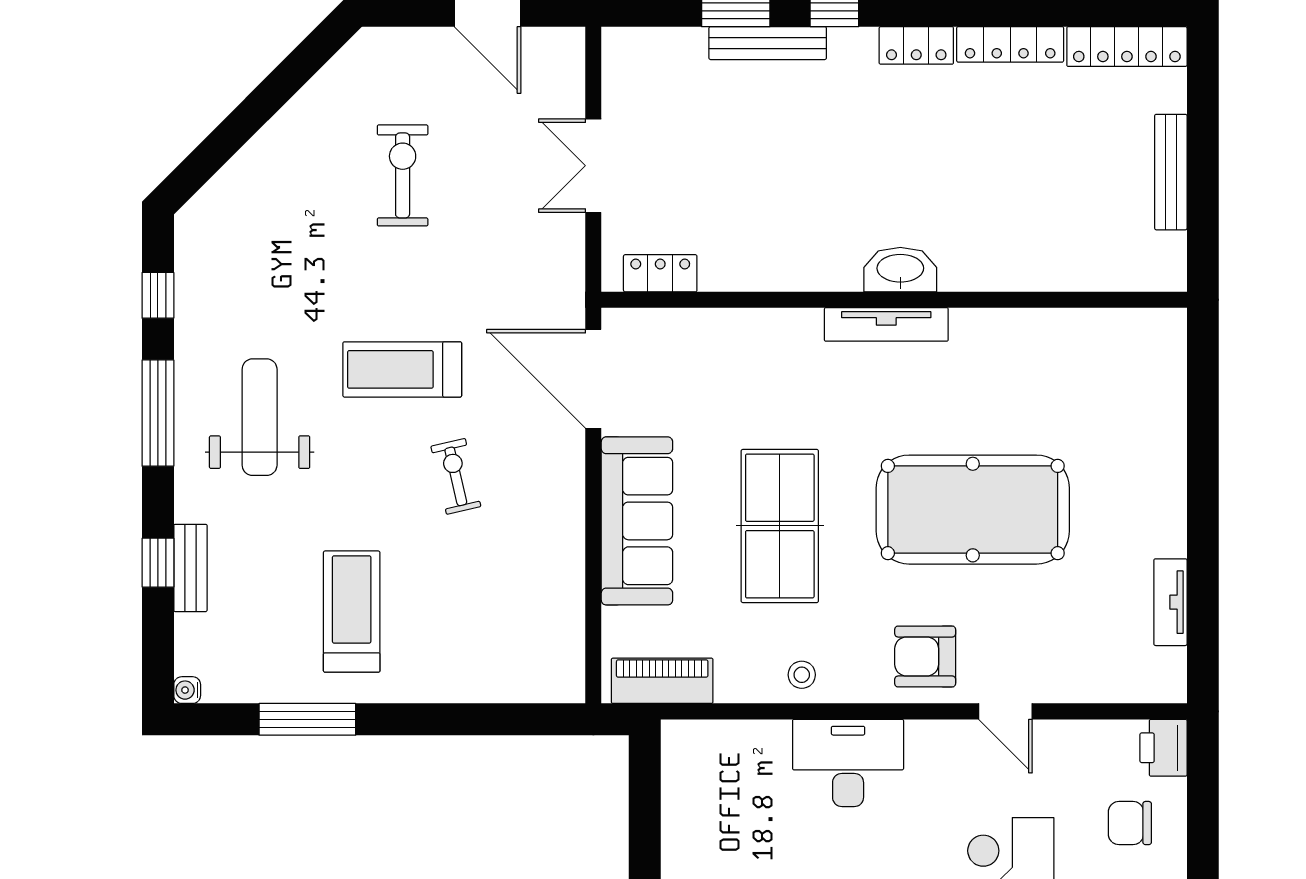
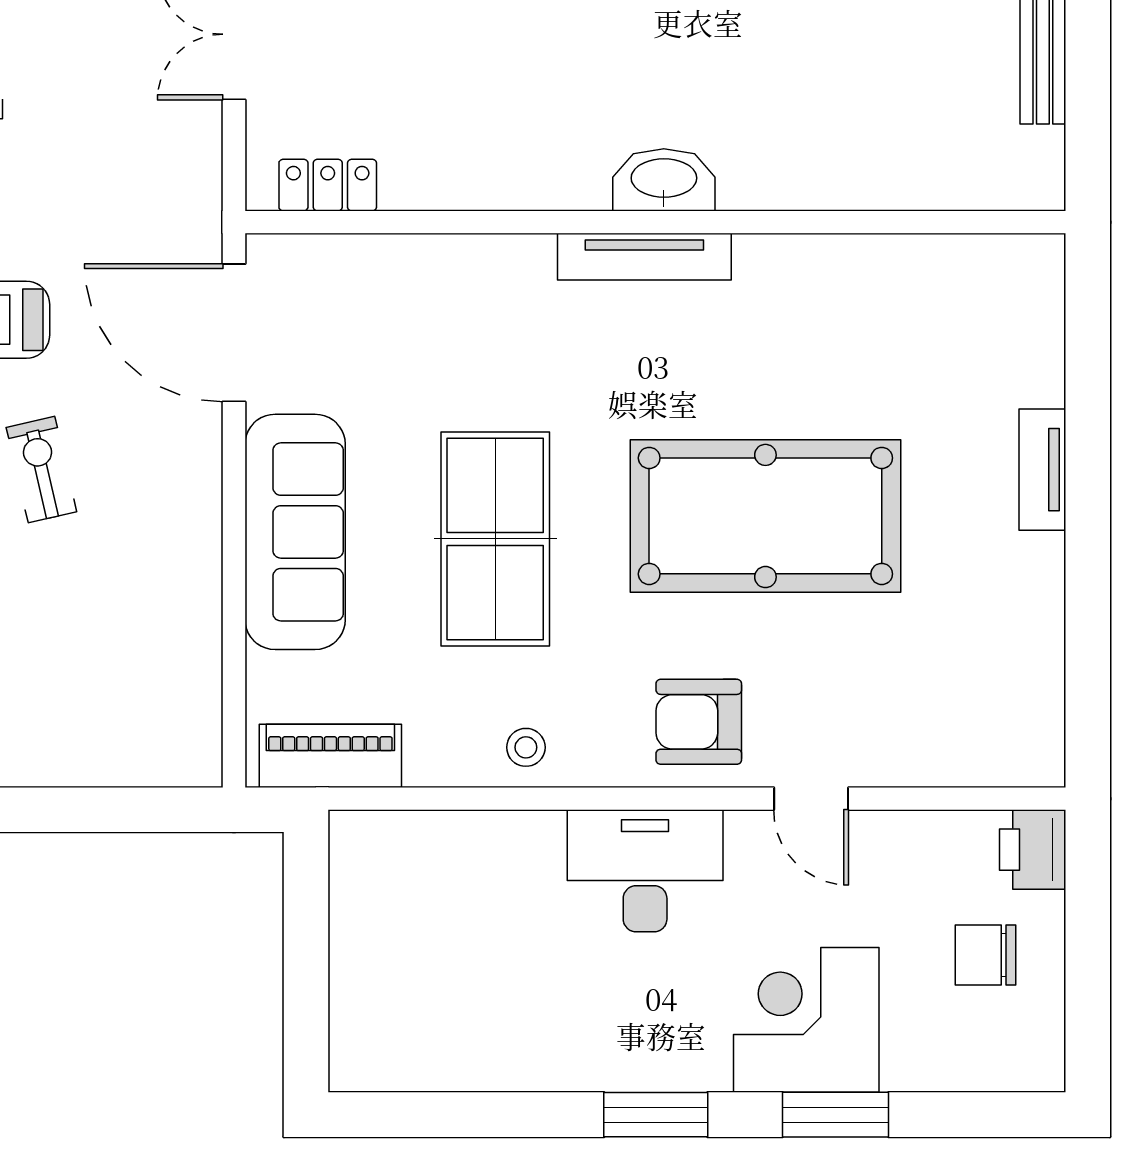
tv unit: (1170, 602) -> (1042, 470), moved
desk: (848, 763) -> (645, 871), moved

